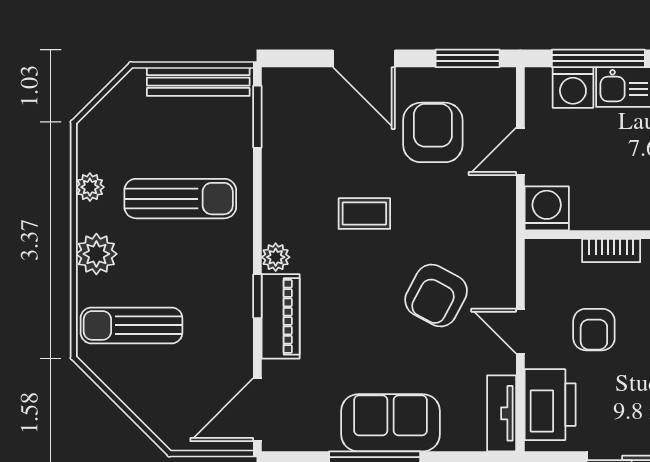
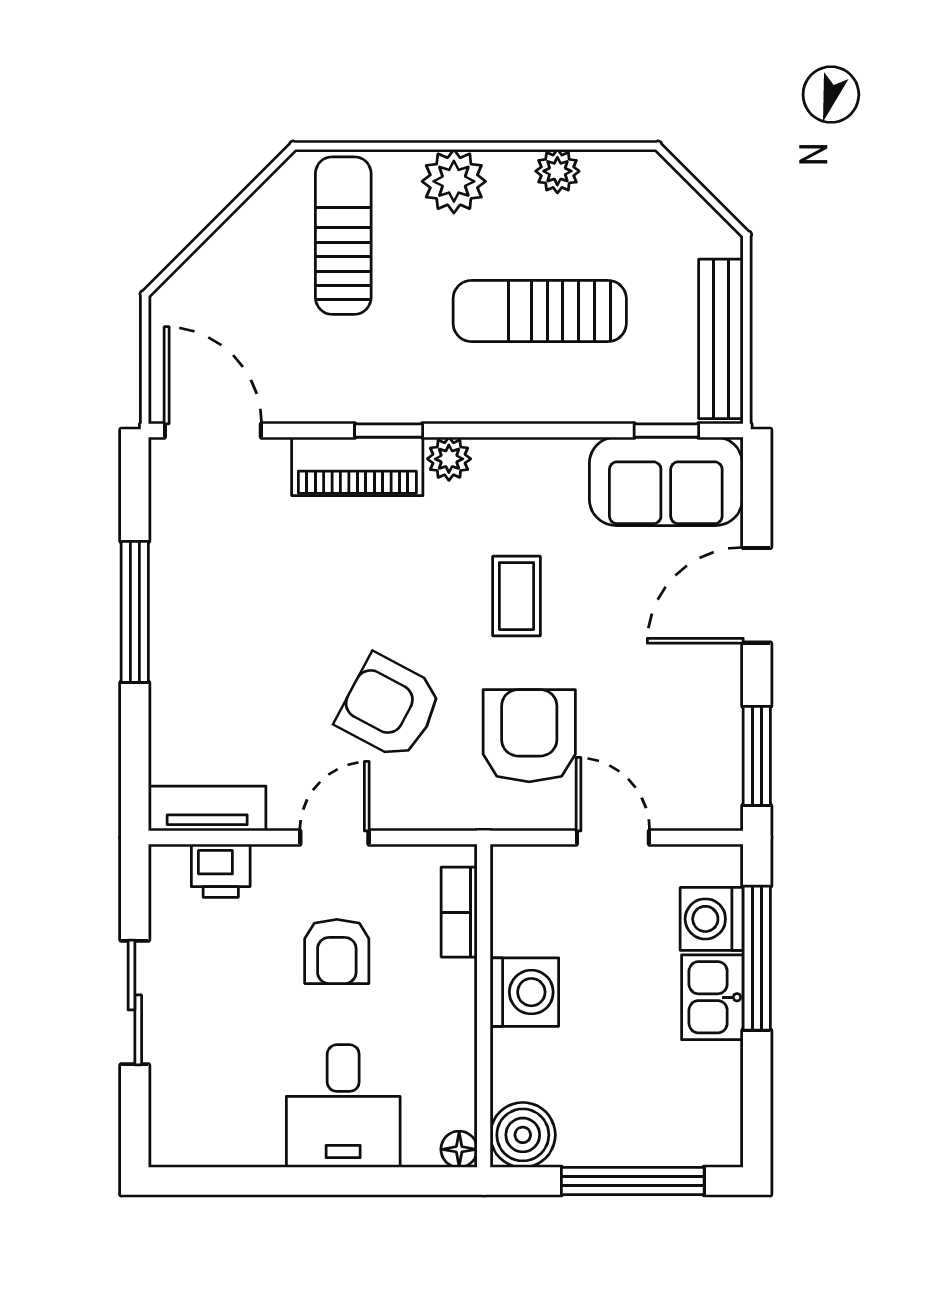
window: (257, 117) -> (666, 430), width x0.67
armchair: (433, 132) -> (529, 736), moved, turned -90
sun lounger: (180, 199) -> (540, 311), turned 90
washing machine: (547, 208) -> (524, 992), moved
bookcase: (611, 251) -> (459, 912), moved
armchair: (594, 330) -> (337, 951), turned -90
printer: (550, 405) -> (221, 871), width x0.53, depth x0.68
sofa: (390, 423) -> (666, 481), moved, turned 90

